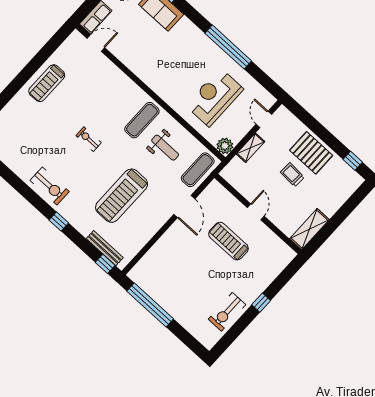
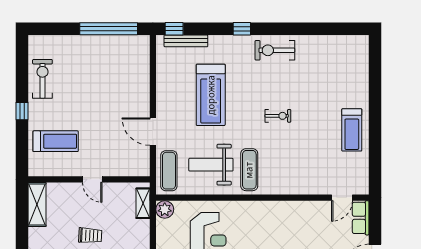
treadmill: (47, 83) -> (352, 130), turned 180
weight bench: (165, 148) -> (211, 165), width x1.36, depth x1.33
shelving: (251, 148) -> (143, 203), moved
treadmill: (122, 196) -> (211, 95), turned 180
treadmill: (228, 241) -> (56, 141), moved

